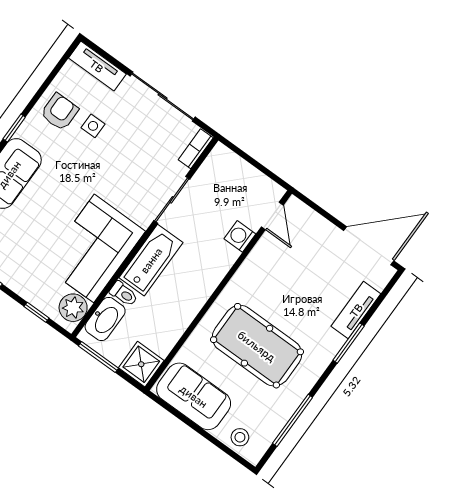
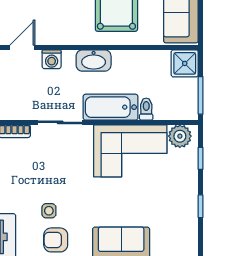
washbasin: (105, 319) -> (94, 61), moved, turned 180

